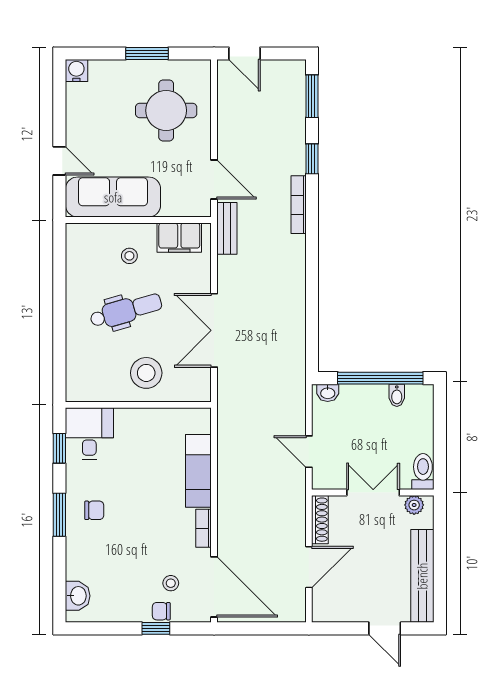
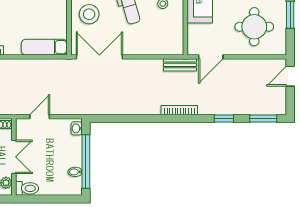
bookcase: (299, 205) -> (179, 110), moved
filing cabinet: (179, 238) -> (174, 35), removed
double door: (214, 330) -> (99, 57), moved
exam couch: (198, 471) -> (44, 47), moved

